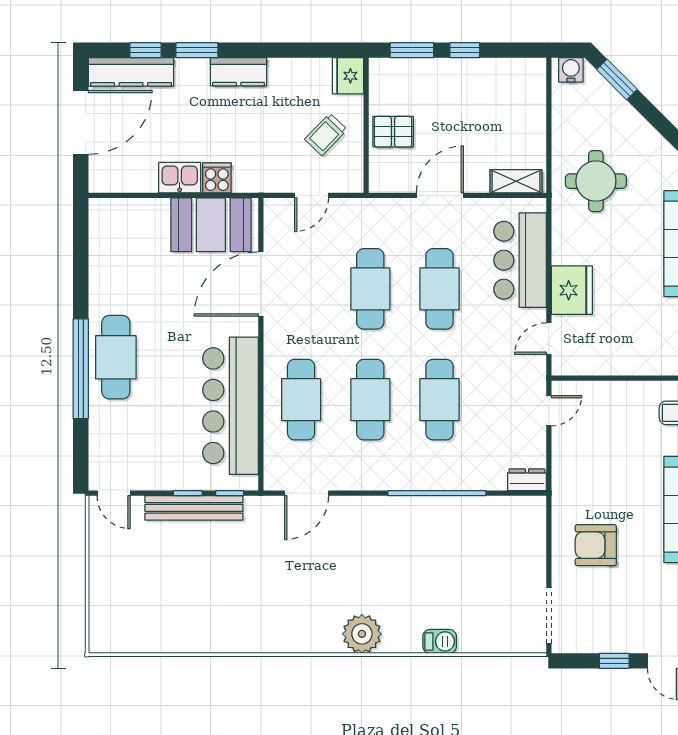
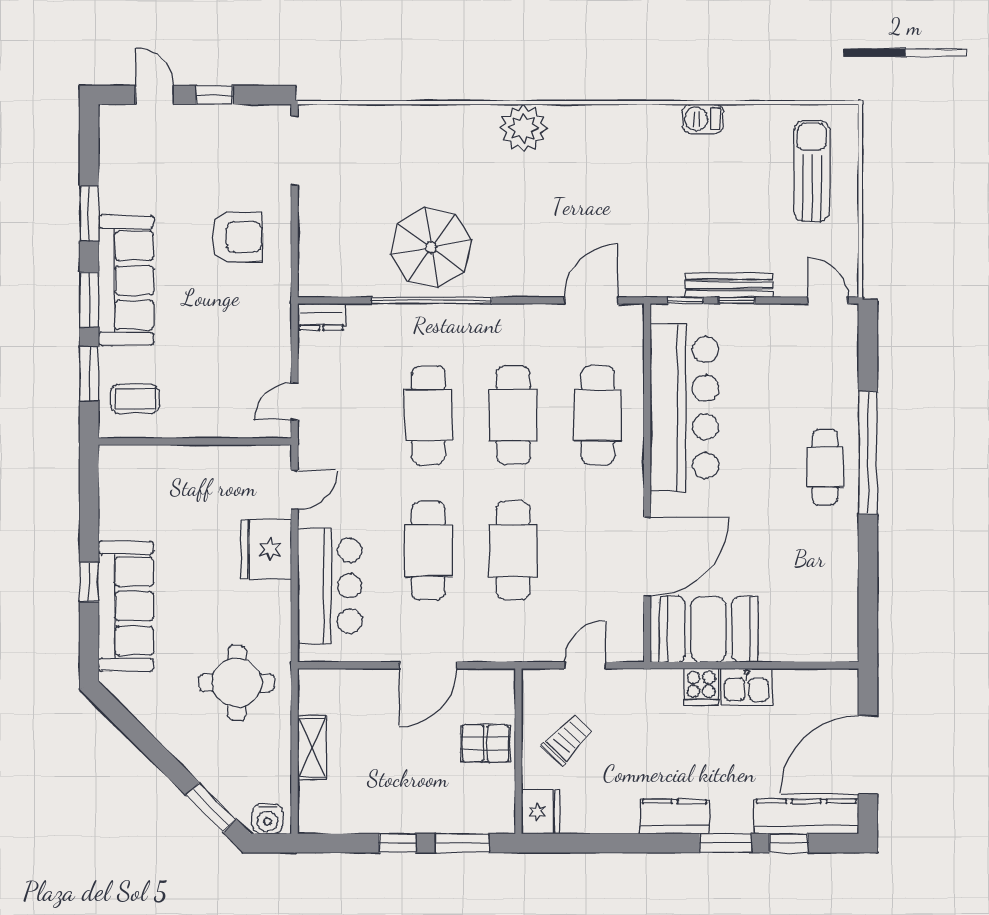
shelving: (516, 181) -> (312, 748), moved, turned 90
cafe table: (116, 357) -> (825, 467), width x0.73, depth x0.74
bench: (194, 508) -> (729, 285), width x0.73, depth x0.82
parasol: (437, 536) -> (431, 247), added
sun lounger: (126, 599) -> (812, 171), added
barbecue: (440, 641) -> (703, 119), moved

